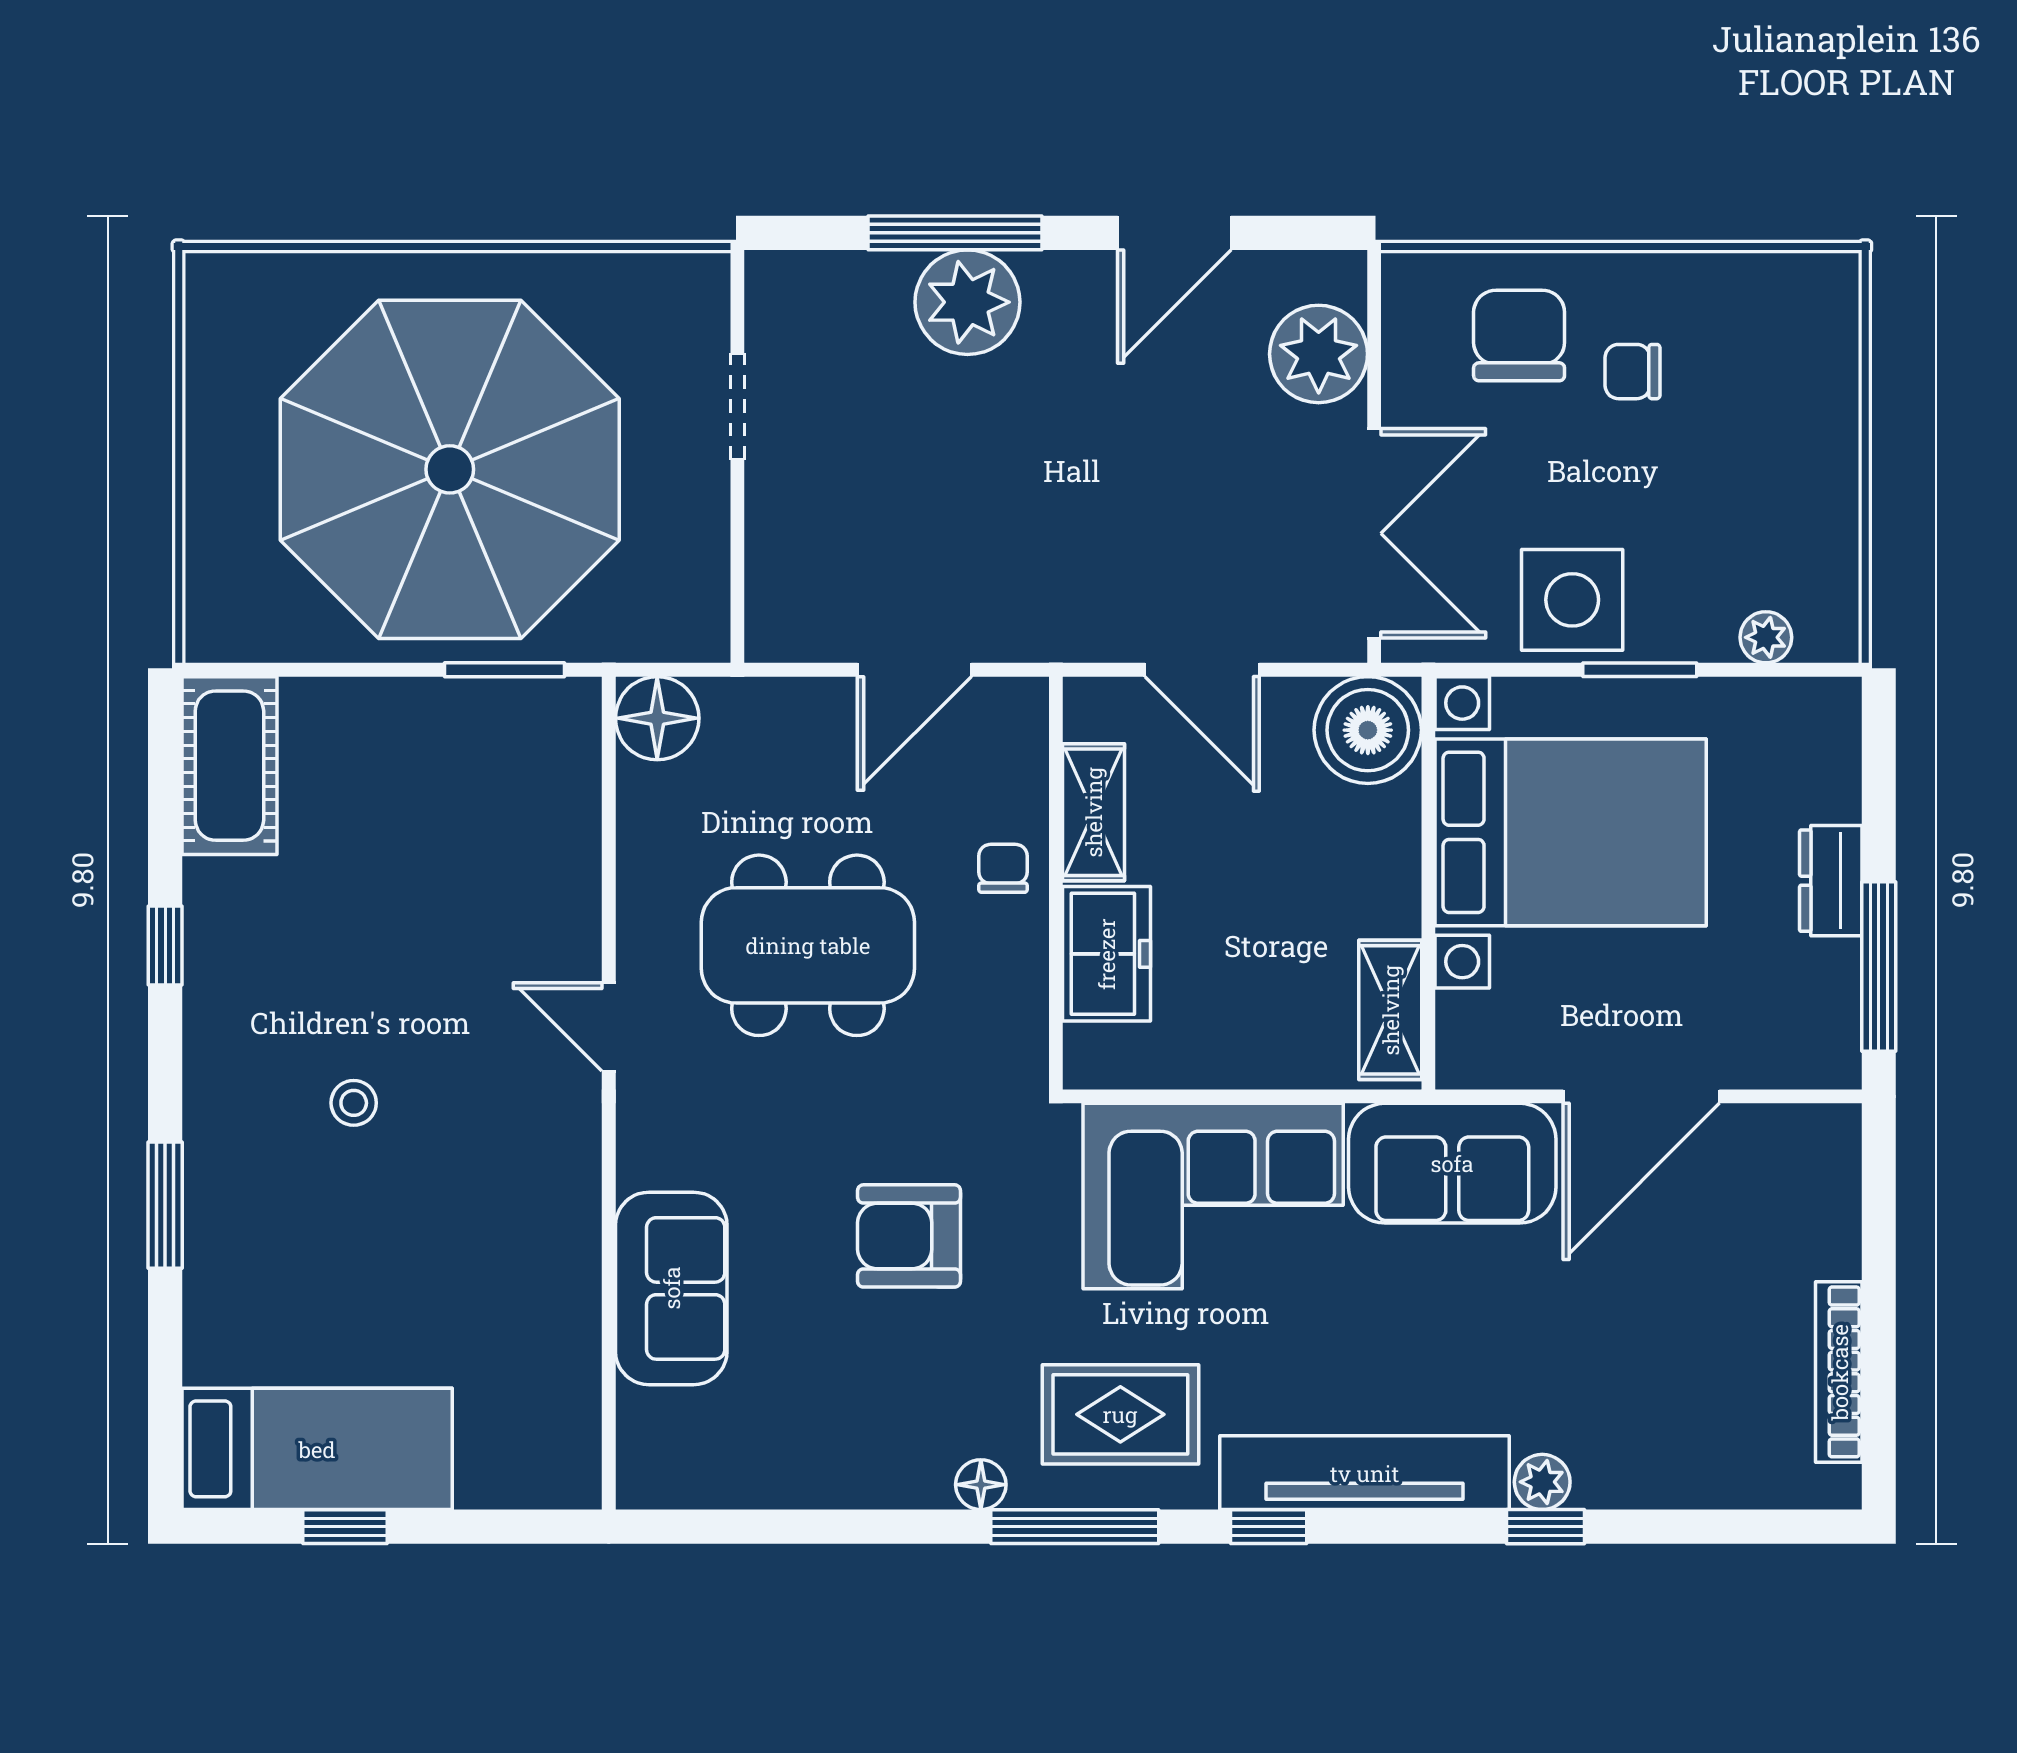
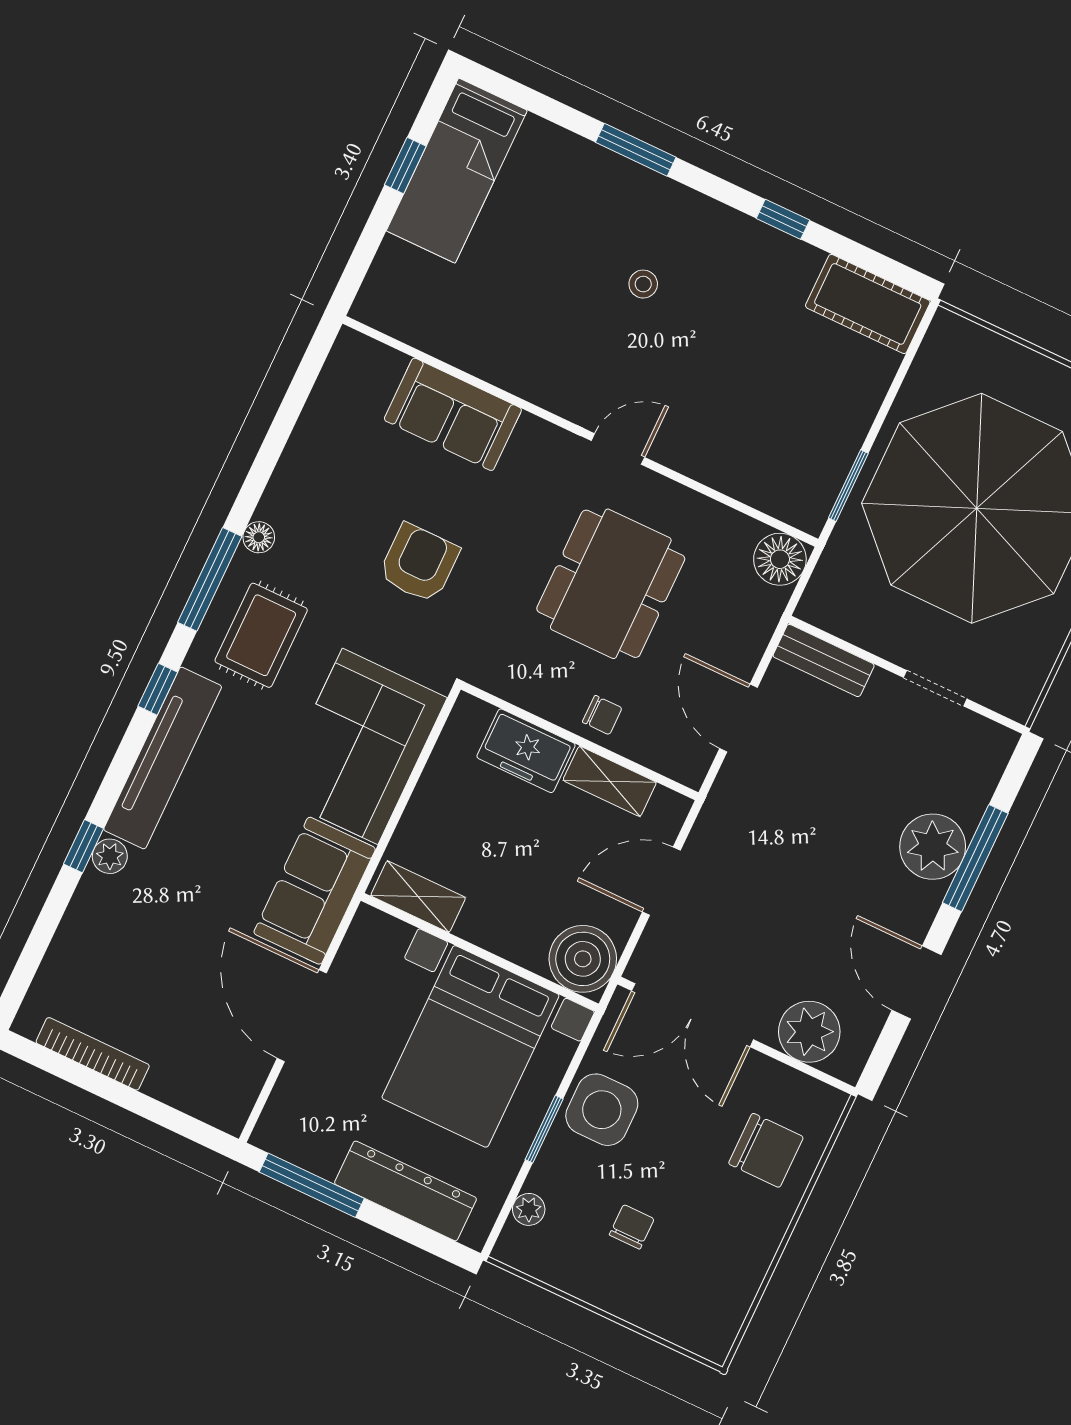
chair: (1633, 372) -> (632, 1227), moved
bench: (774, 586) -> (824, 661), added
dresser: (1831, 881) -> (405, 1191), width x1.96, depth x1.24

